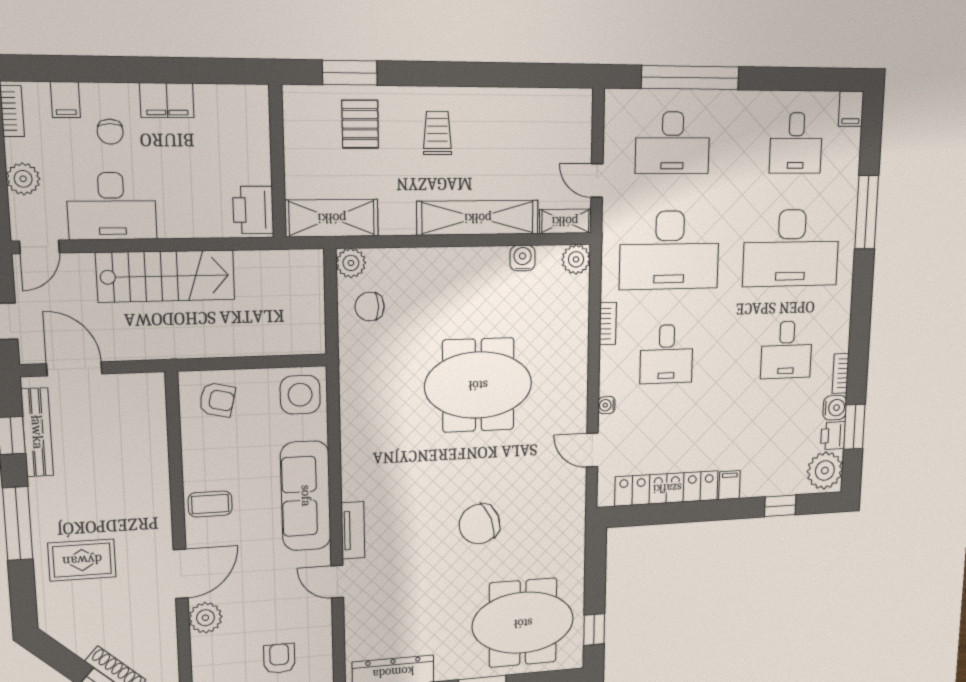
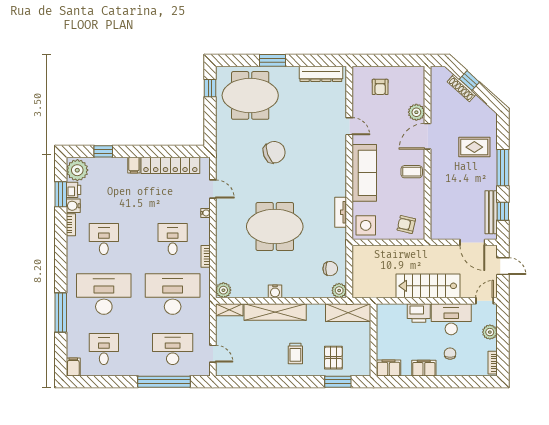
filing cabinet: (65, 100) -> (389, 368), moved, width x2.00
door: (597, 181) -> (213, 354), moved
printer: (253, 210) -> (419, 313), moved, turned 90
water cooler: (523, 258) -> (275, 291), moved
tv unit: (353, 530) -> (341, 212), moved

